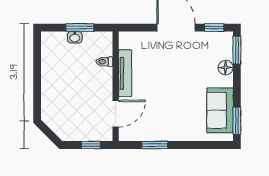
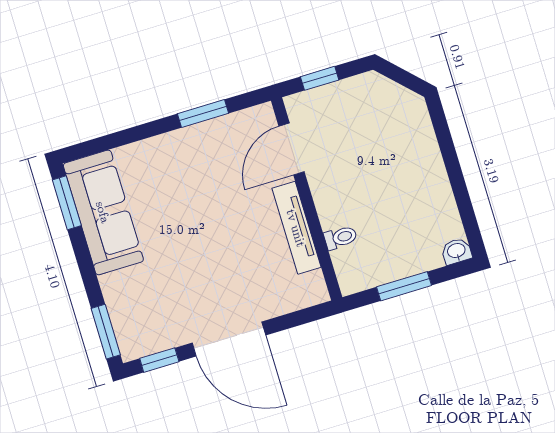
washbasin: (75, 37) -> (456, 251), moved
floor lamp: (226, 68) -> (117, 294), removed
sofa: (220, 110) -> (103, 212), width x1.36

